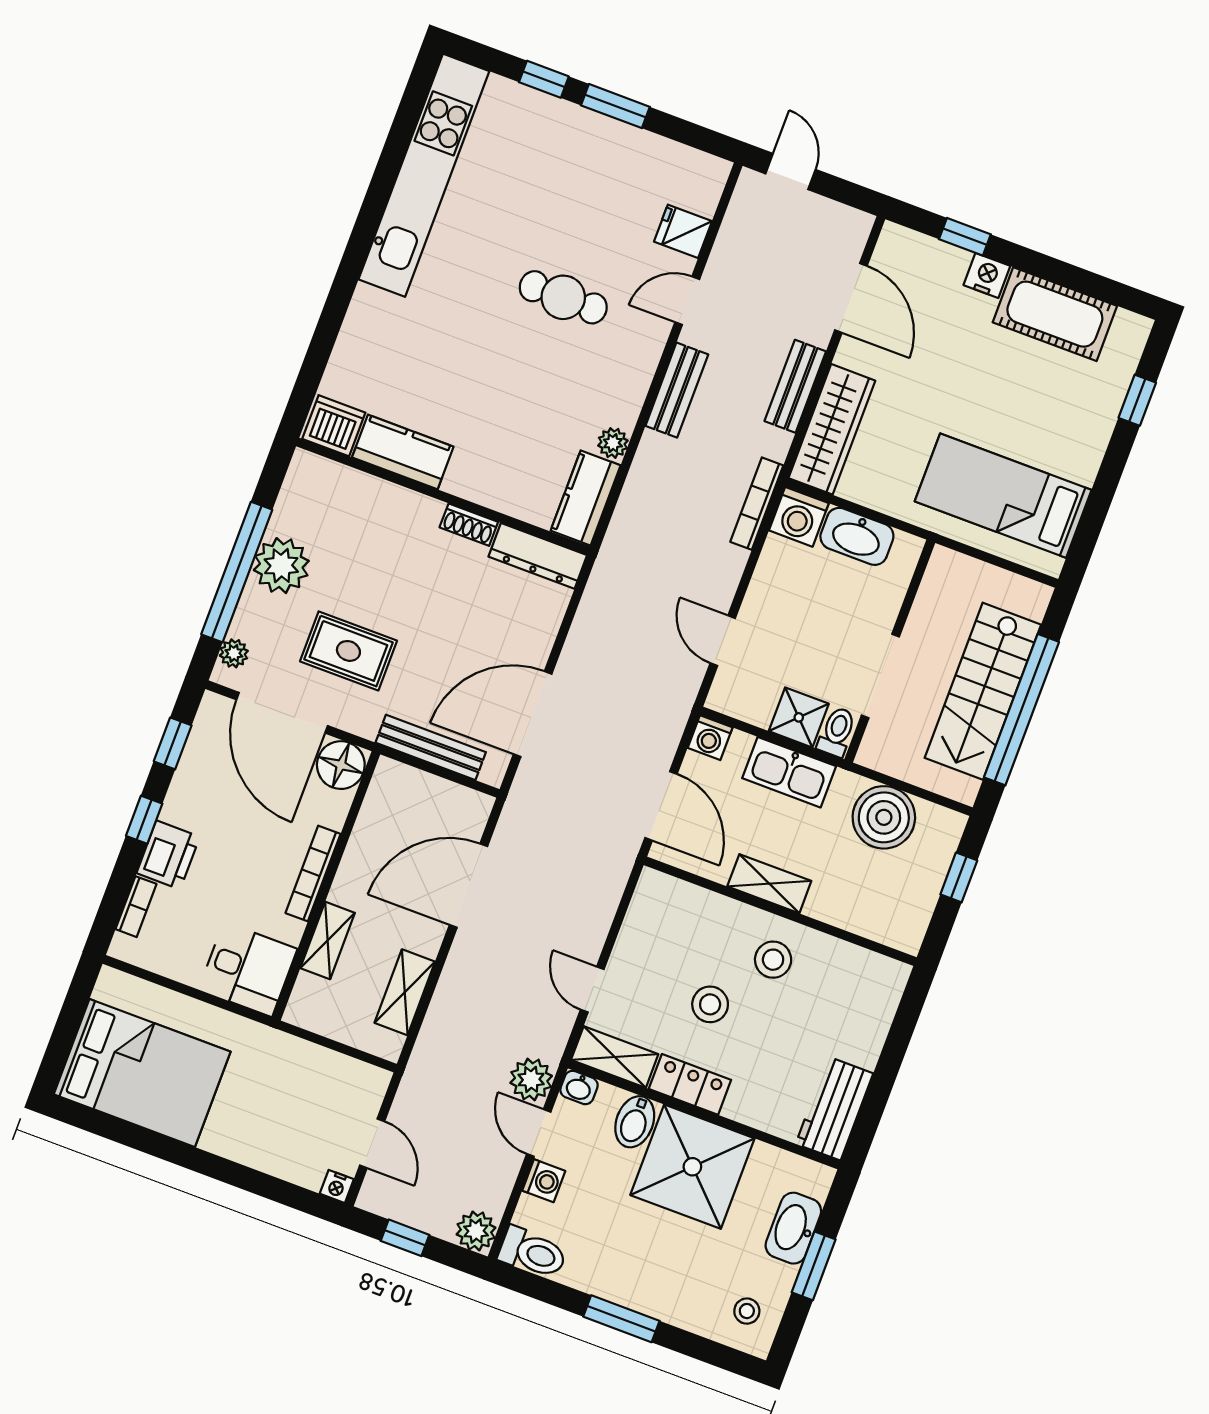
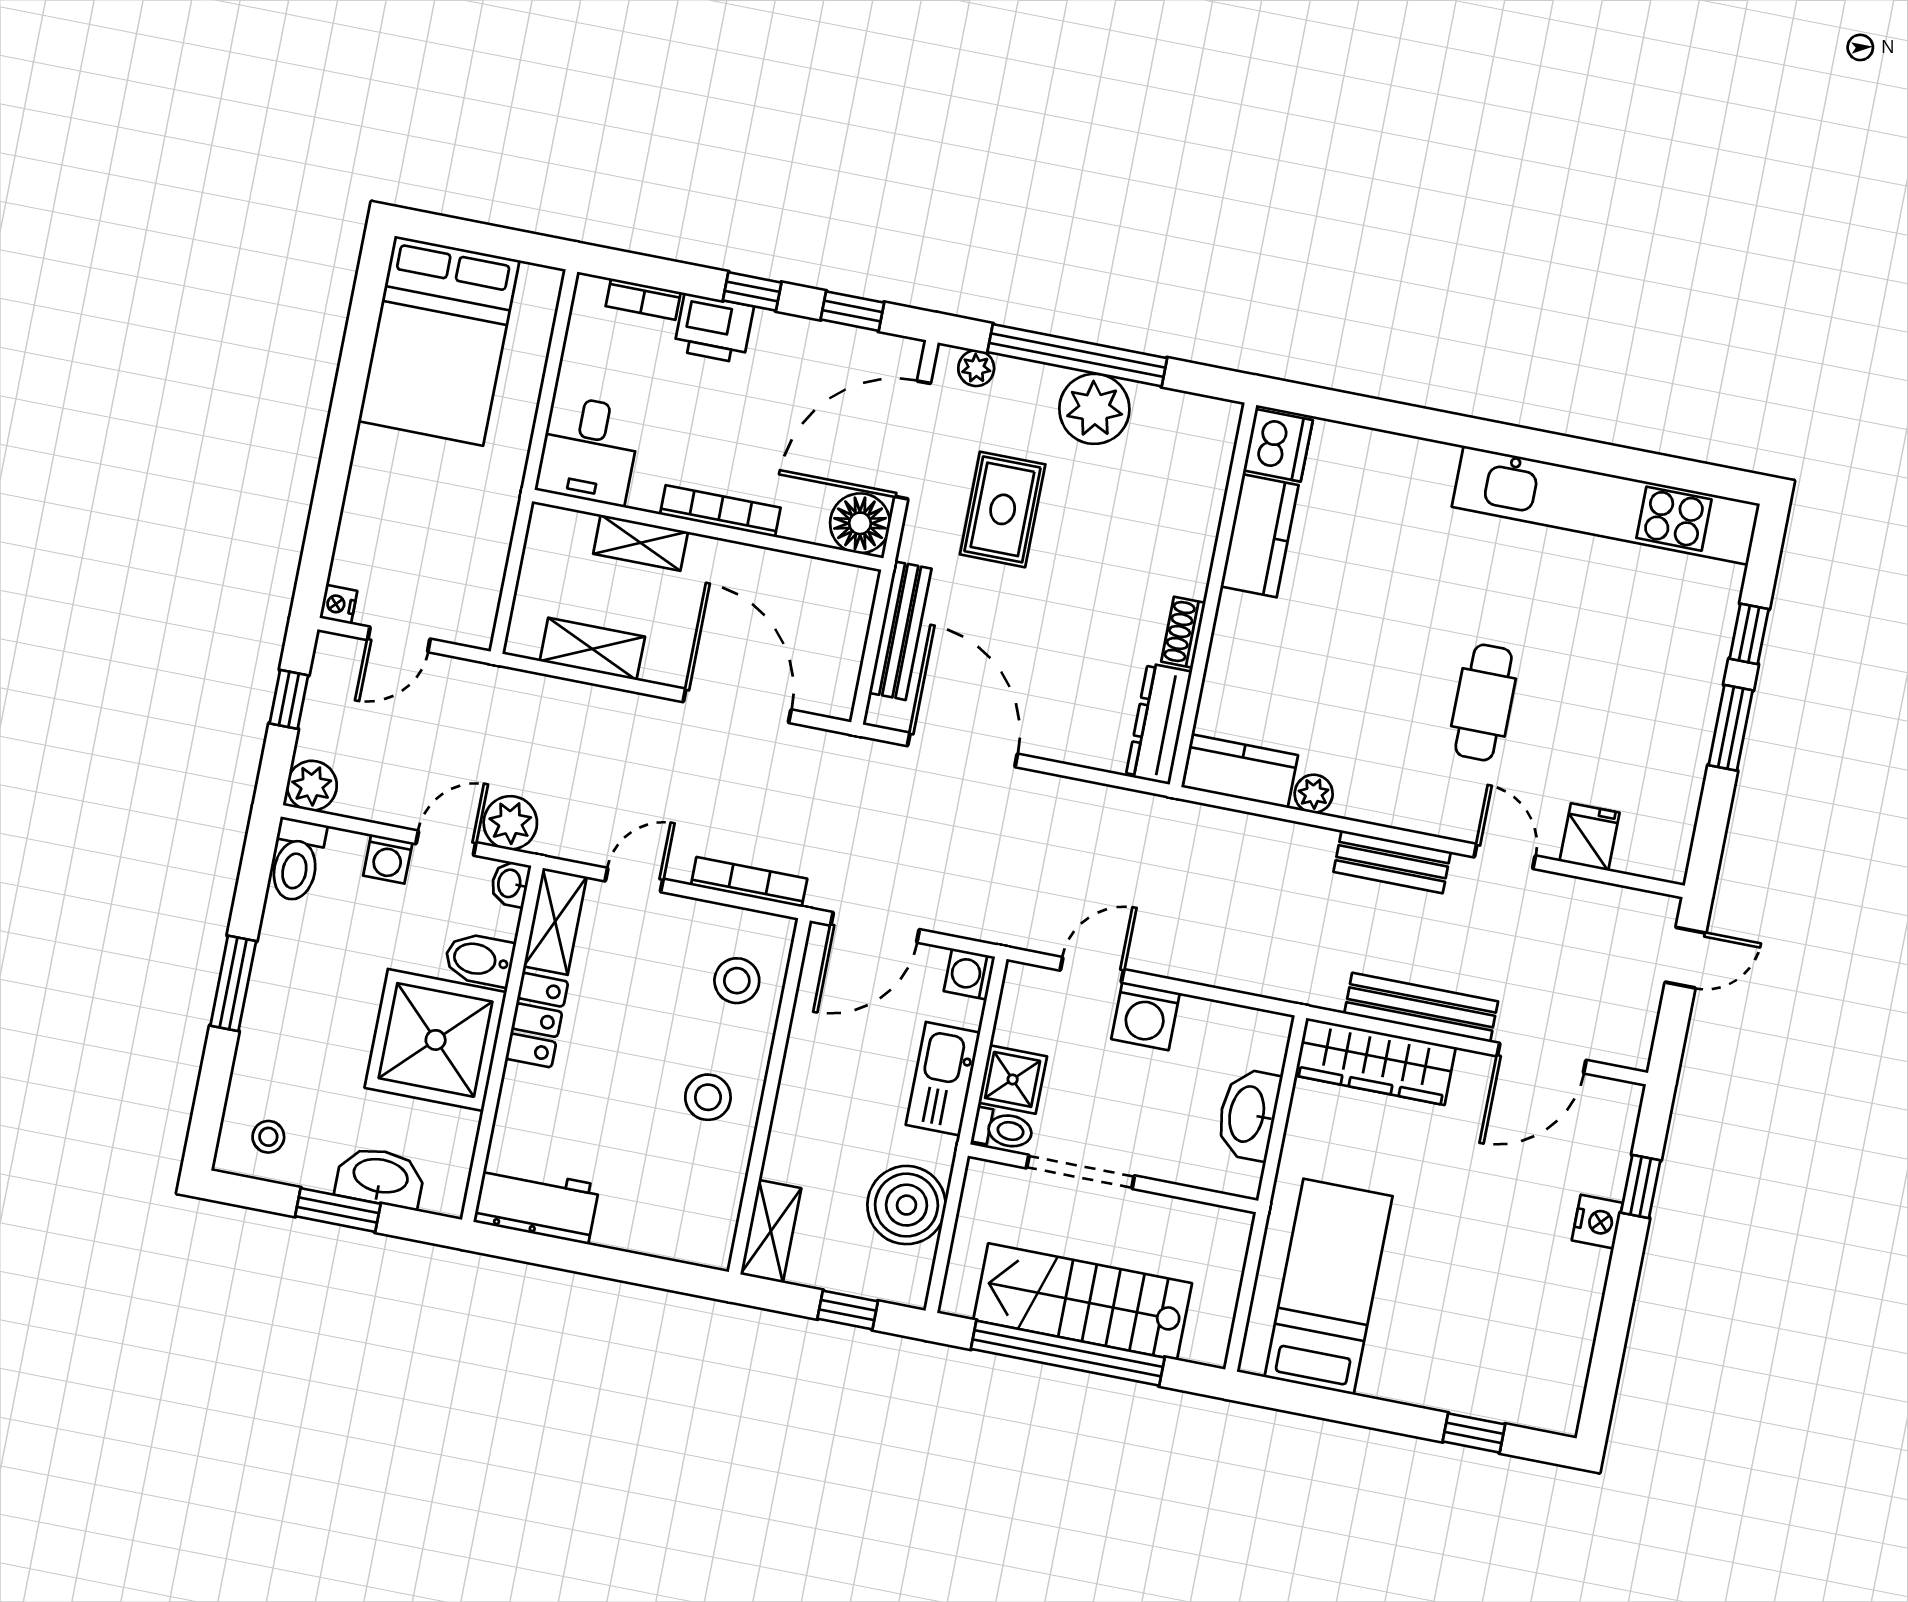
cot: (1055, 314) -> (1563, 1313), removed
bench: (795, 386) -> (1421, 1007), width x1.36
bookcase: (757, 504) -> (749, 882), moved
washing machine: (799, 517) -> (1146, 1016), moved, turned -90
shelving: (769, 884) -> (771, 1231), moved
stool: (710, 1004) -> (737, 981), moved

